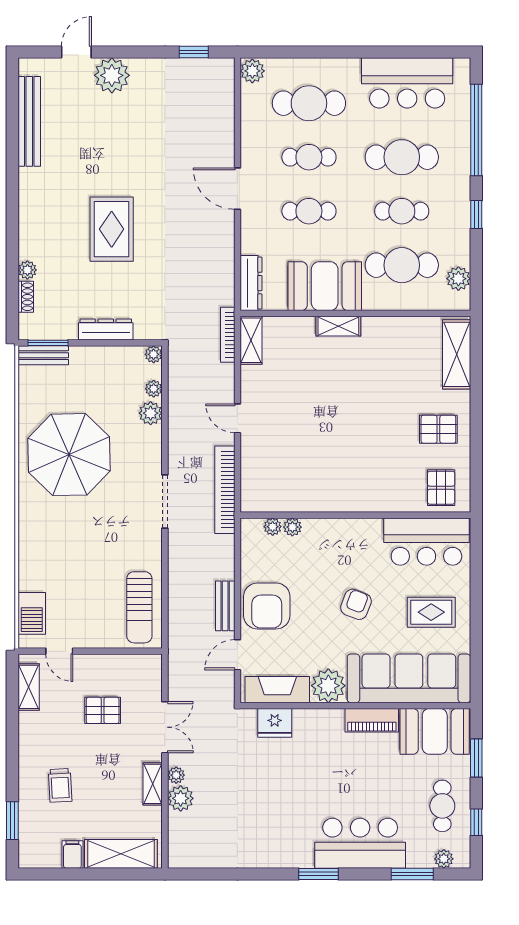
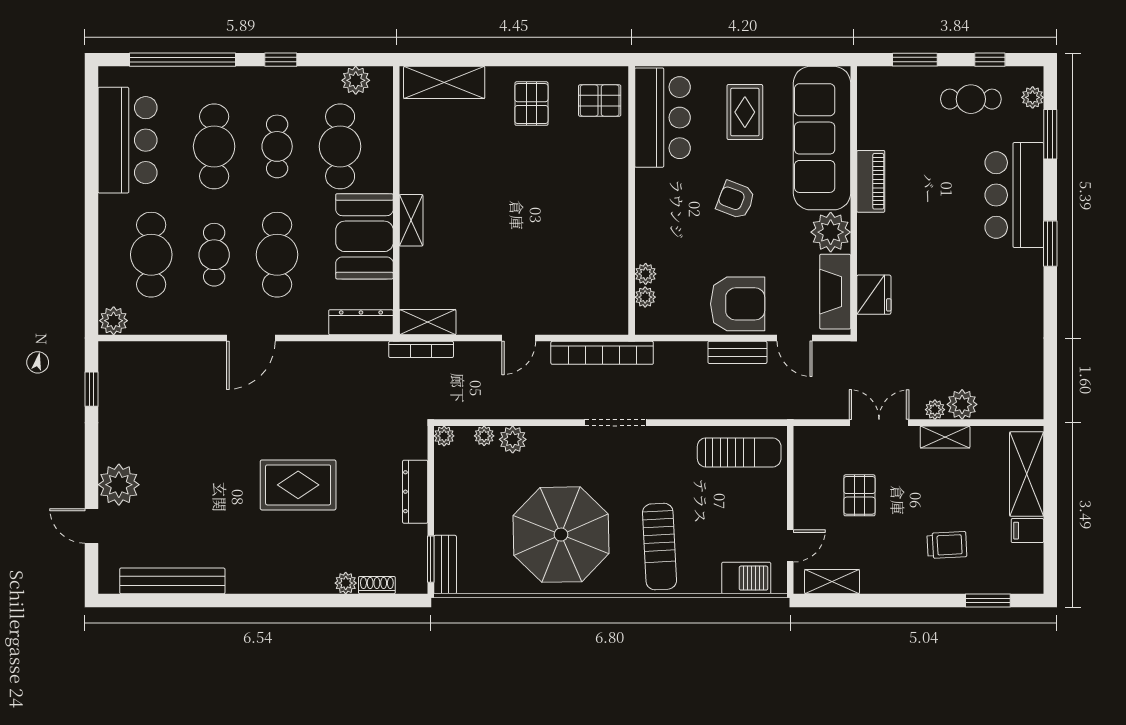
cafe table: (309, 211) -> (277, 255), width x1.37, depth x1.35
sun lounger: (59, 539) -> (659, 547), added
booth: (435, 731) -> (884, 108), removed

